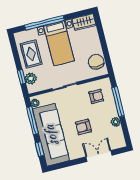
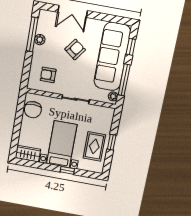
window: (44, 23) -> (67, 170), width x0.32
window: (21, 77) -> (112, 142), moved
plant: (31, 78) -> (106, 123), removed
window: (118, 102) -> (32, 34), moved
armchair: (83, 127) -> (75, 49), turned -53

